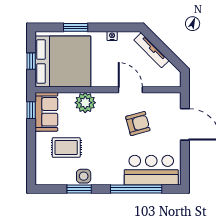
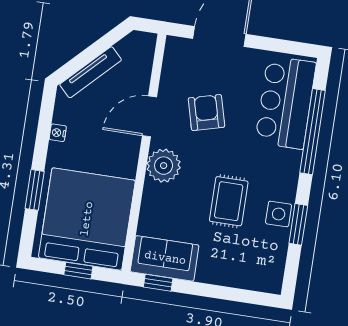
plant: (85, 103) -> (164, 166), moved
rug: (66, 148) -> (229, 201), moved

